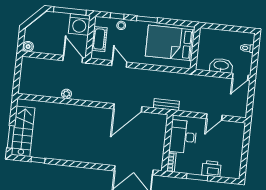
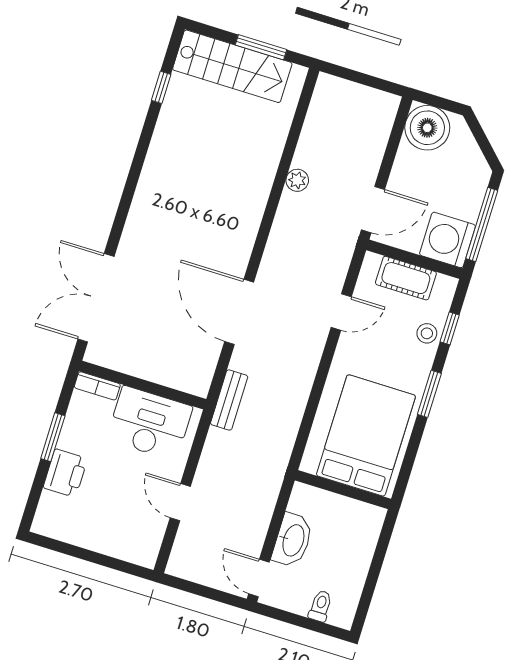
boiler: (28, 47) -> (427, 128), width x1.86, depth x1.86
window: (11, 137) -> (261, 47), moved

